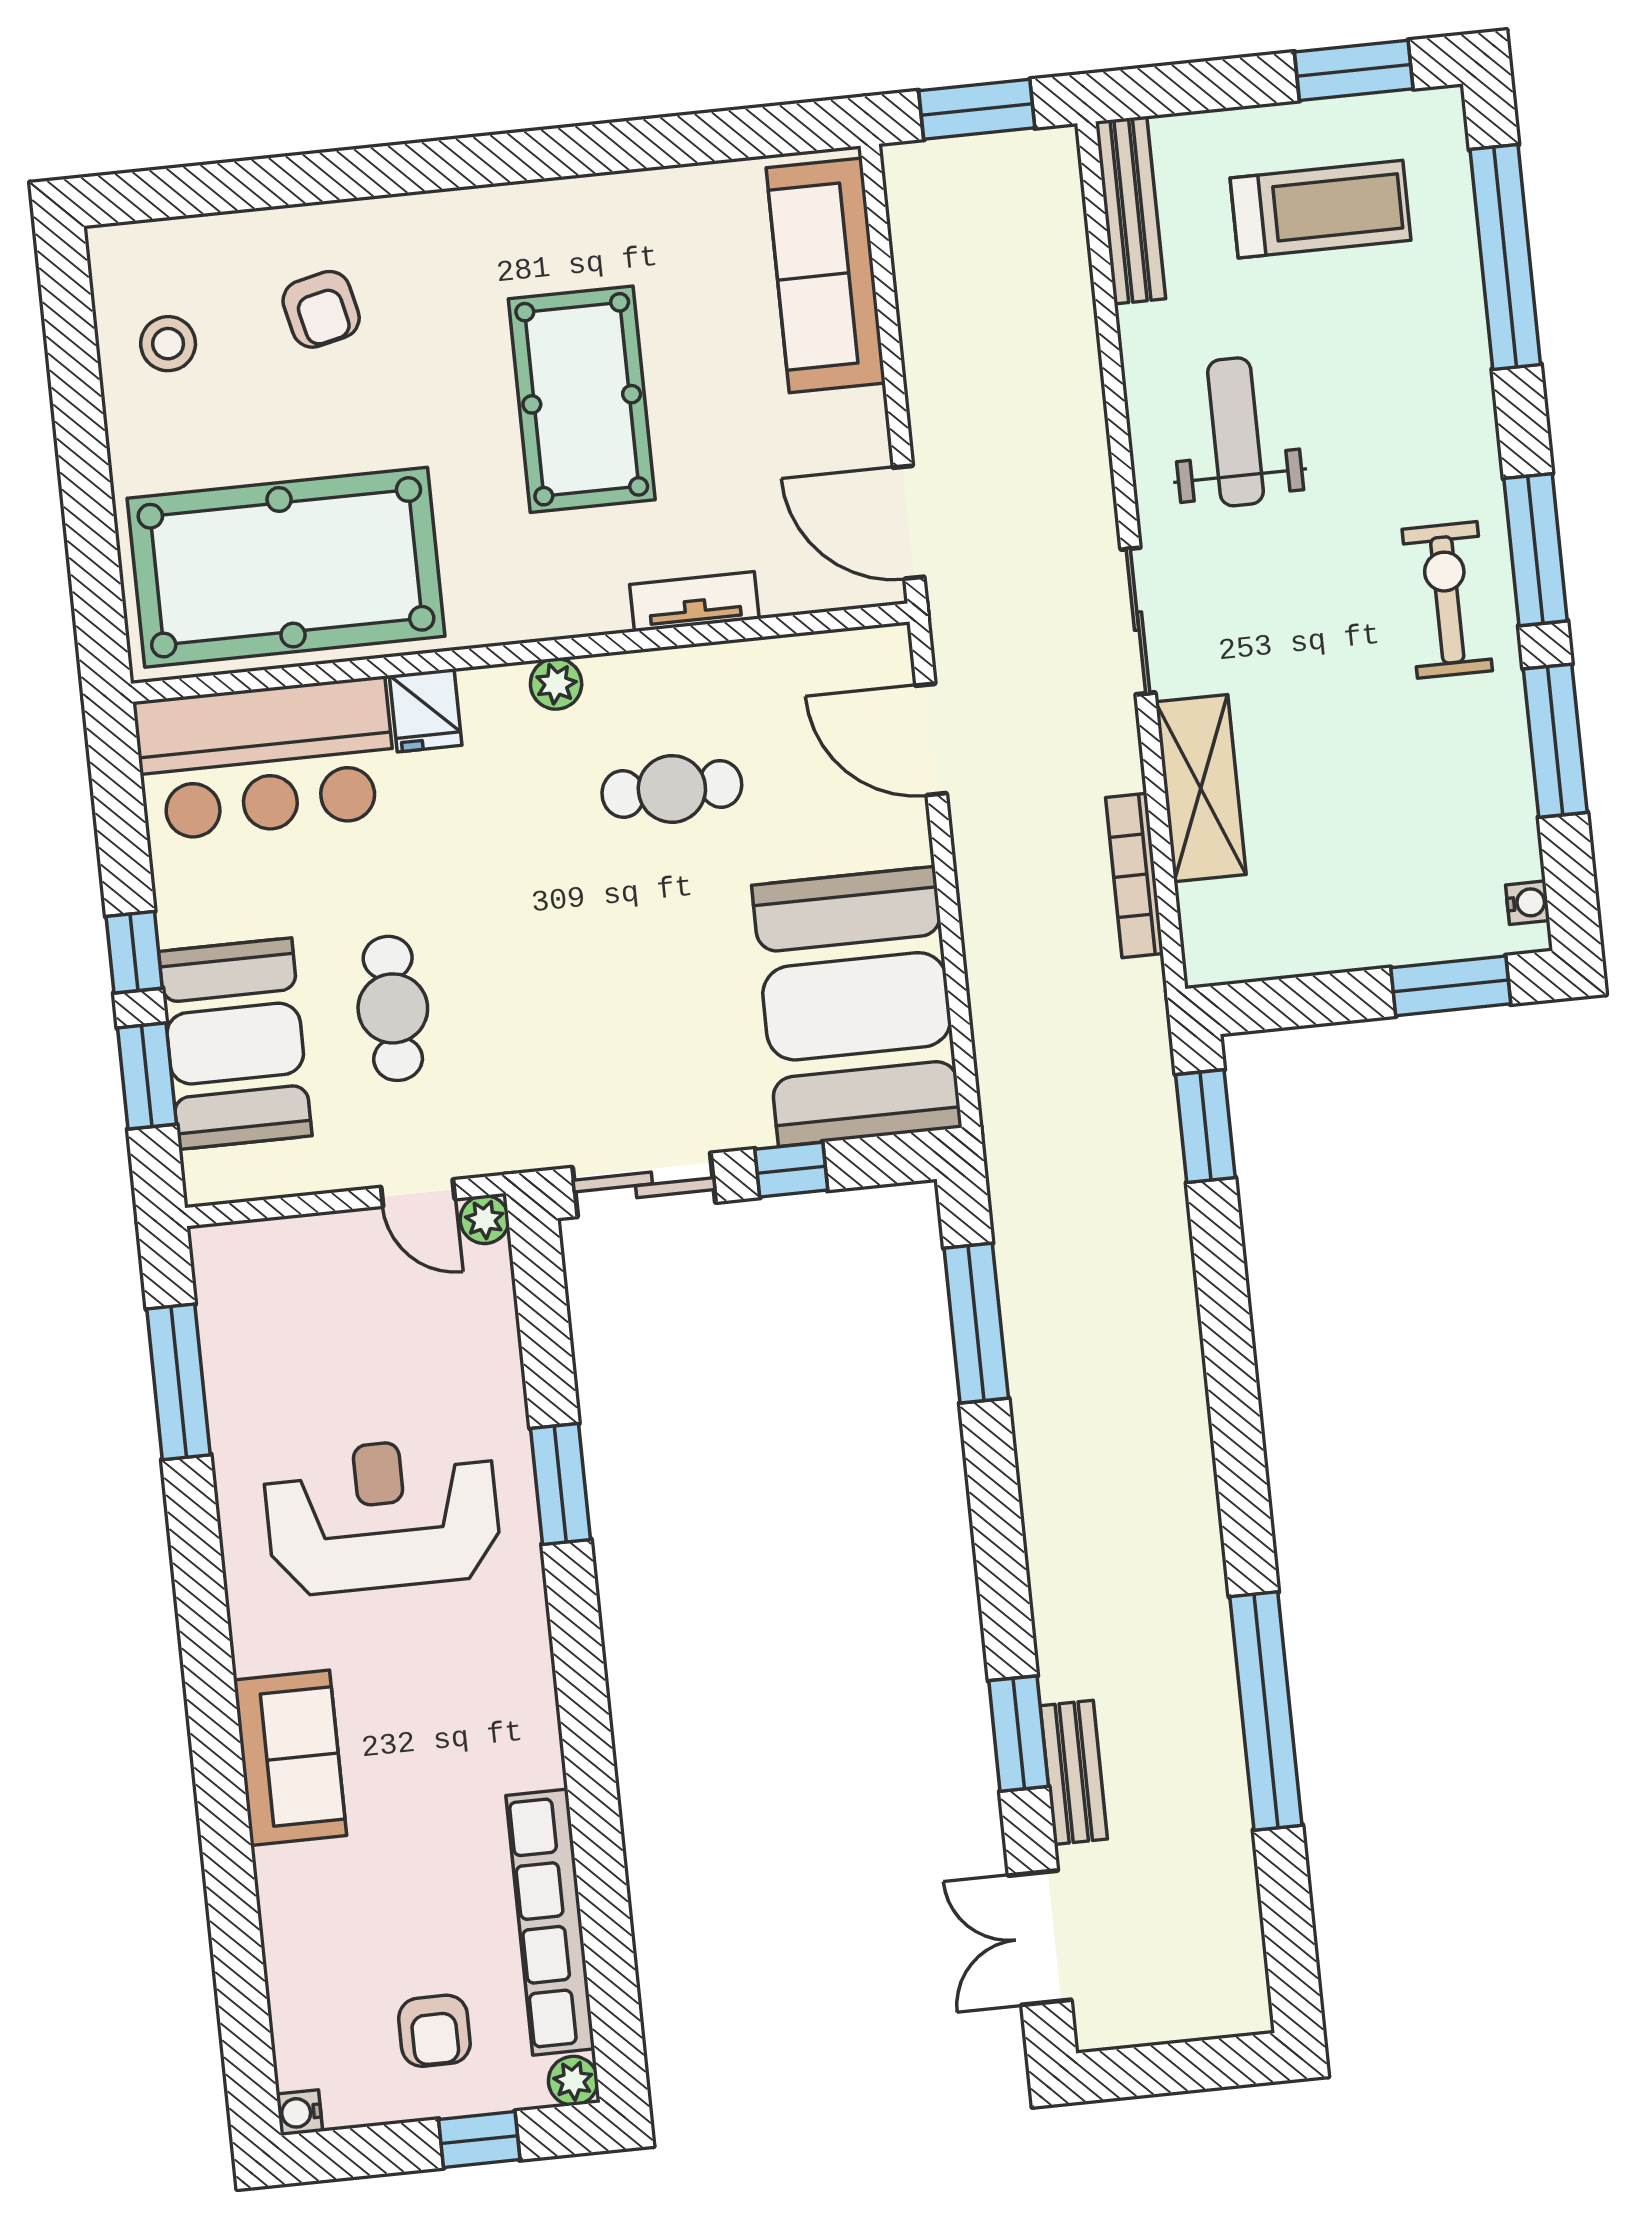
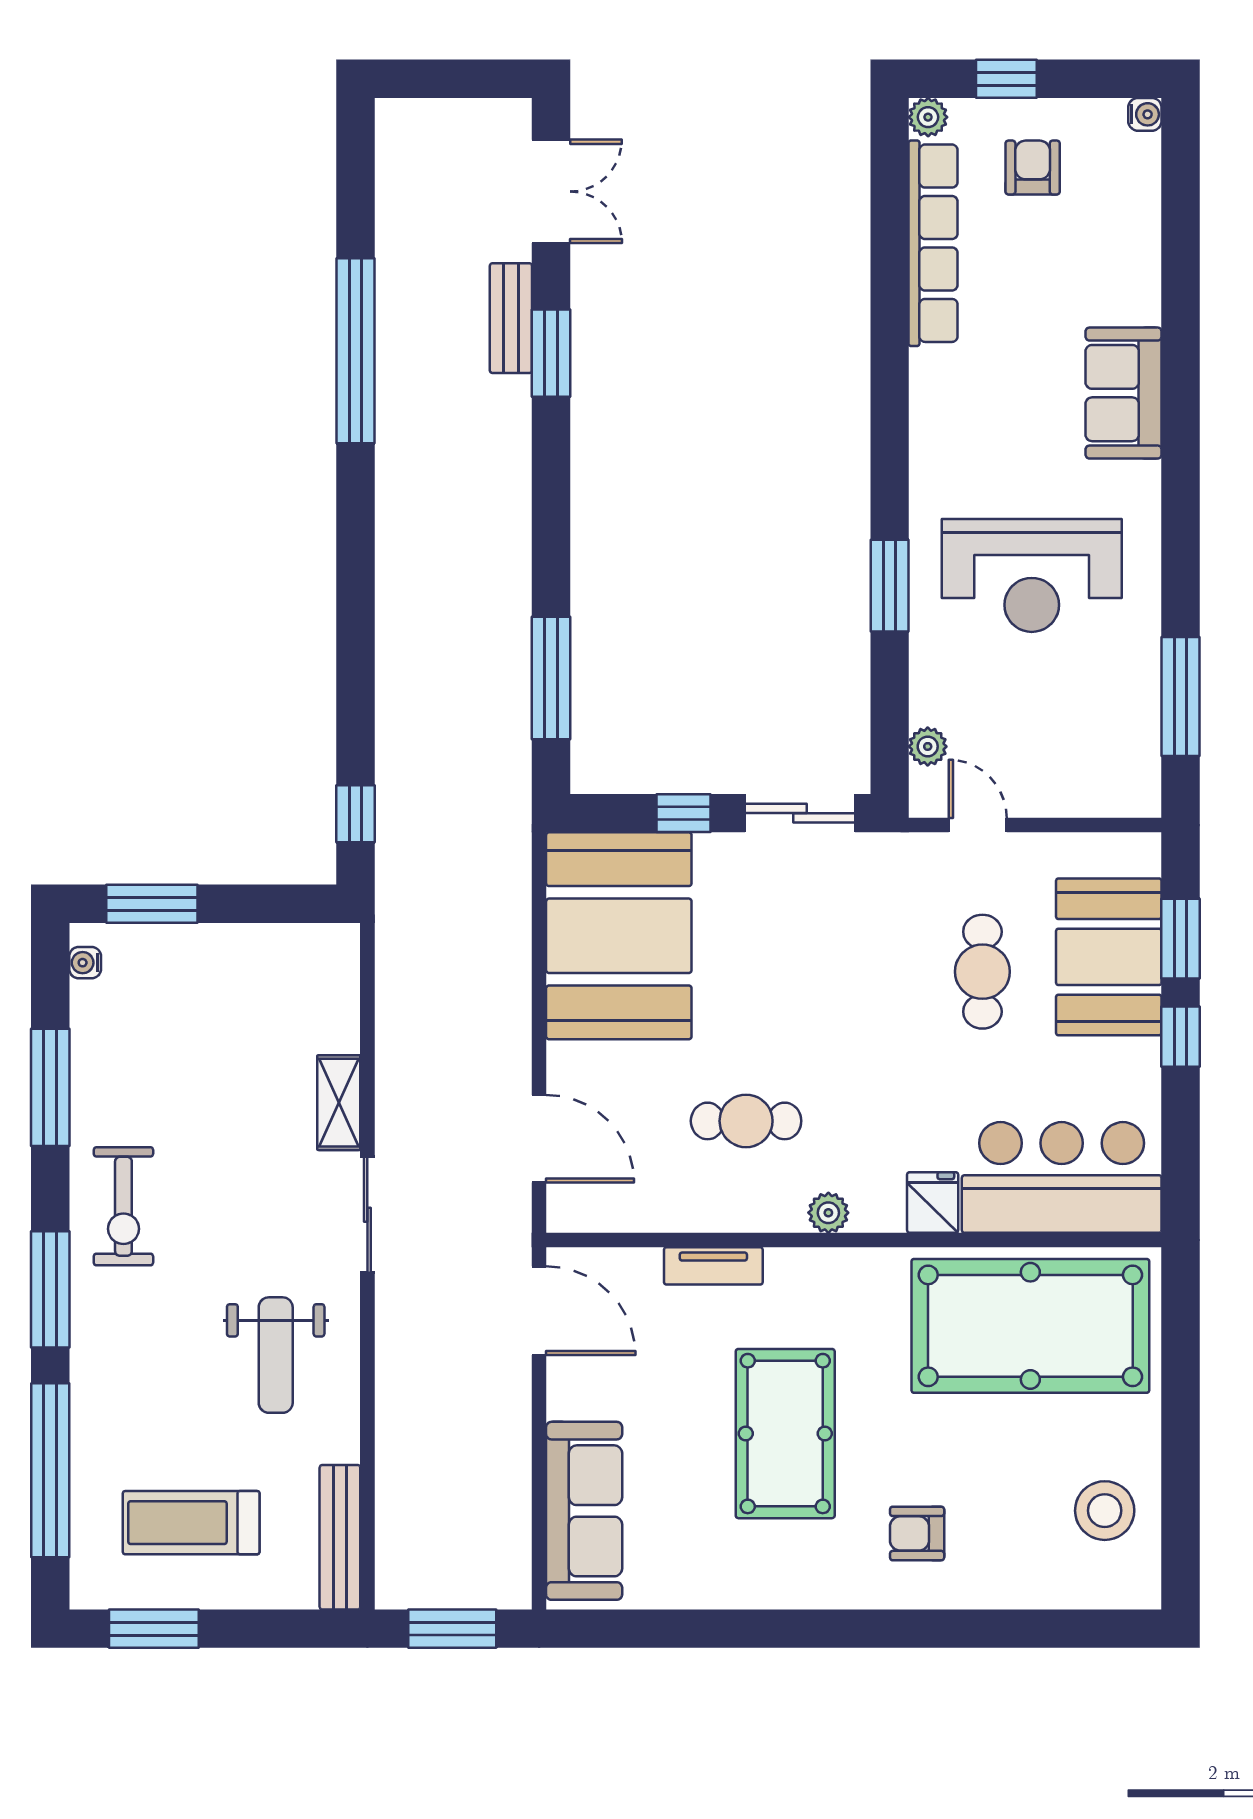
armchair: (321, 309) -> (917, 1533), moved, turned -77
stool: (168, 344) -> (1105, 1511), width x1.38, depth x1.38
window: (1536, 550) -> (50, 1289), moved
shelving: (1201, 788) -> (339, 1103), width x0.67, depth x0.75
bookcase: (1134, 876) -> (391, 1016), removed
window: (1205, 1126) -> (355, 814), width x0.67
plant: (485, 1220) -> (928, 746), moved

